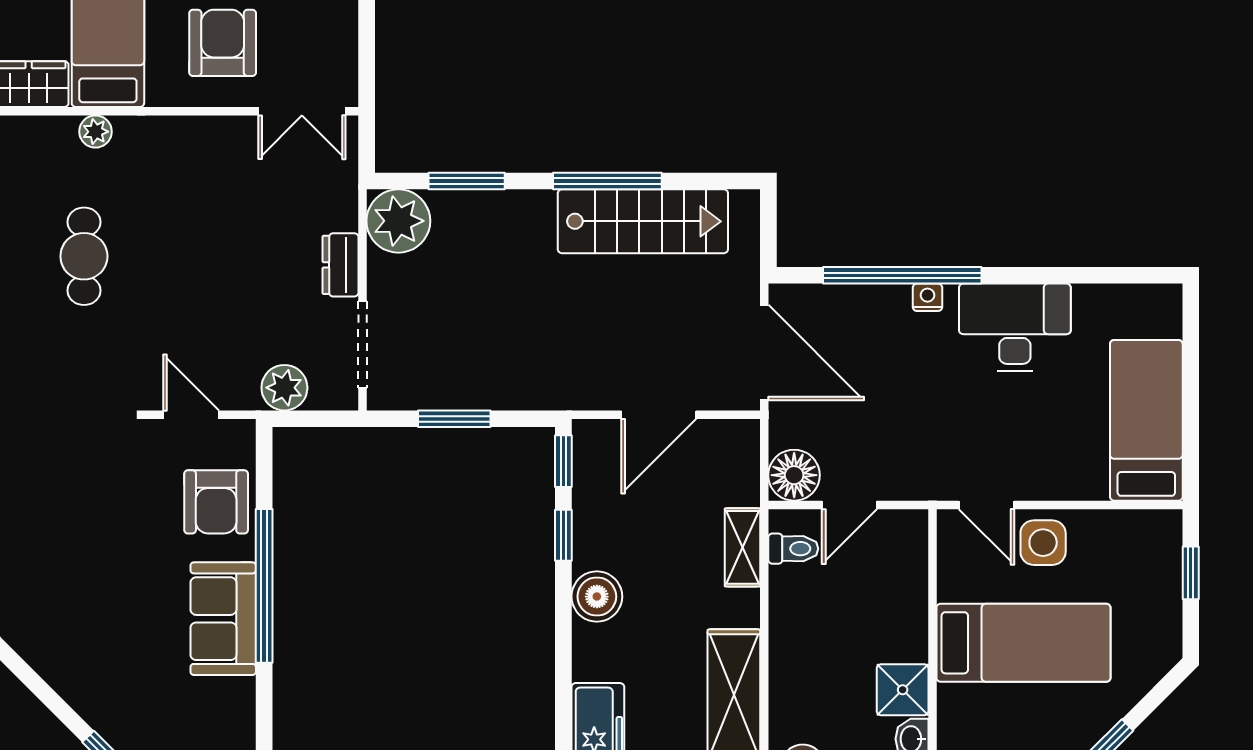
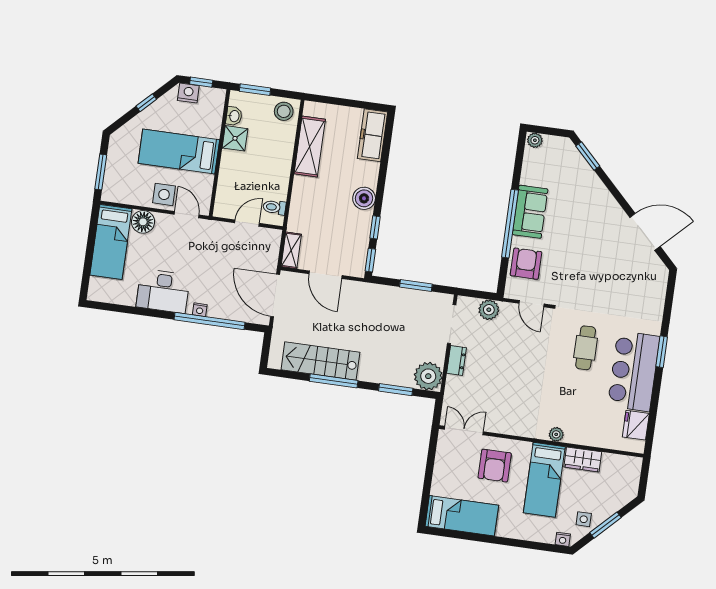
cafe table: (84, 256) -> (586, 348), moved
door: (659, 415) -> (326, 275), swing flipped
floor lamp: (794, 475) -> (143, 222), moved
shelving: (742, 547) -> (291, 250), moved
window: (1191, 573) -> (101, 172), width x1.50

